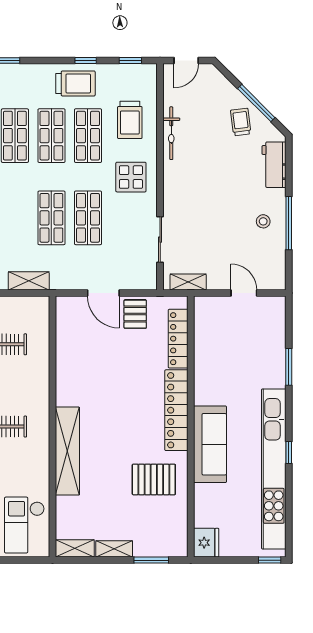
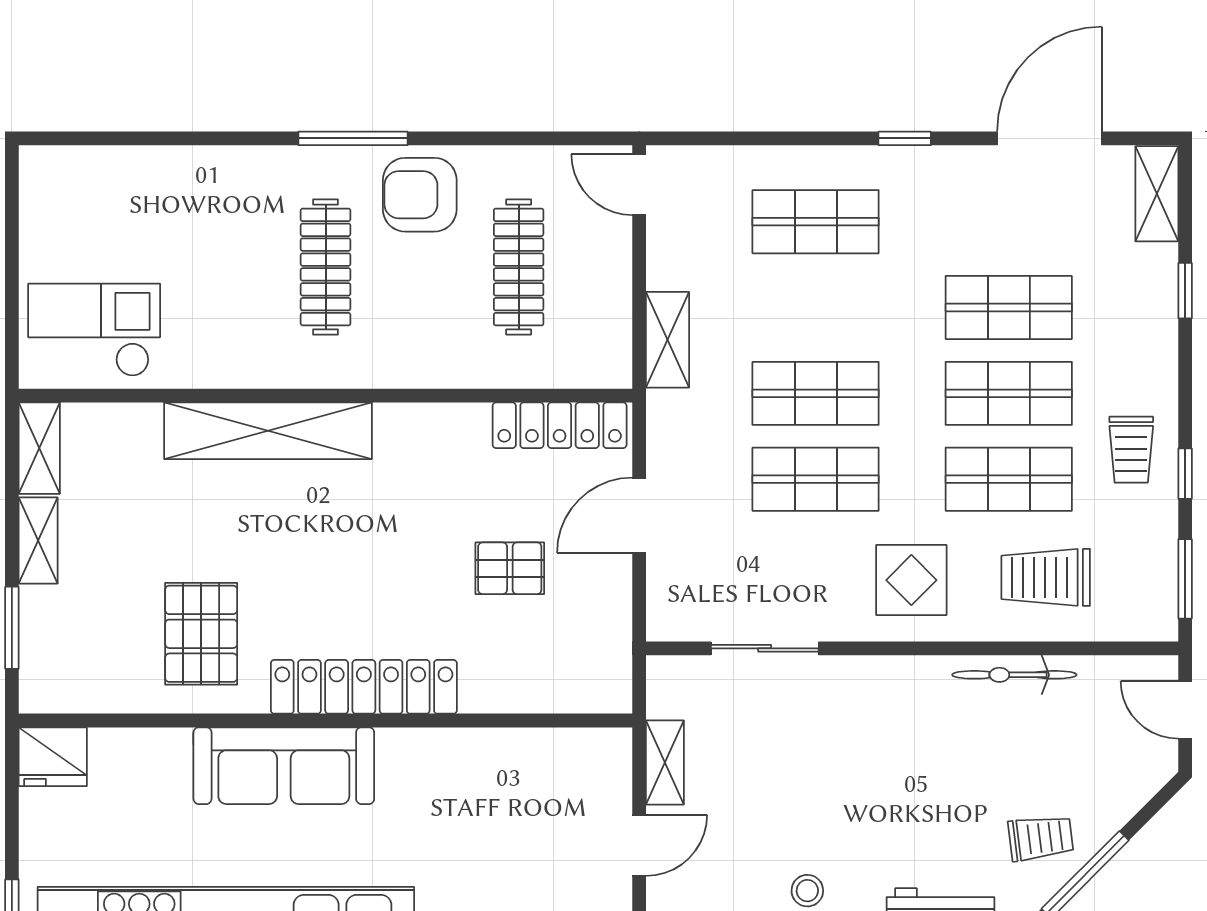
window: (130, 61) -> (1185, 579), width x1.50
trolley: (75, 83) -> (1131, 450), width x0.73, depth x0.72
shelving: (188, 282) -> (665, 762), moved
pallet: (135, 314) -> (510, 568), moved
locker: (178, 339) -> (560, 425), moved, turned 180

